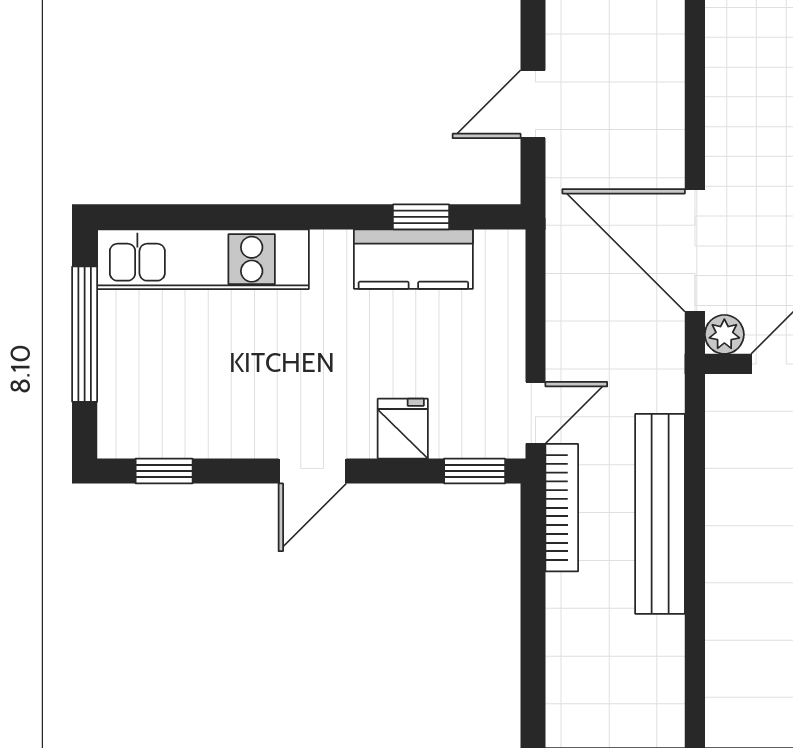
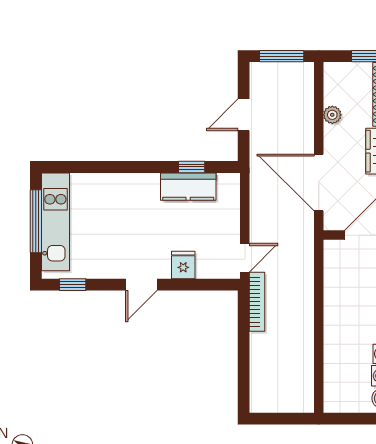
kitchen unit: (203, 259) -> (55, 222), moved, turned -90
plant: (724, 334) -> (332, 115), moved
window: (475, 471) -> (217, 285), removed
bench: (660, 514) -> (302, 305), removed

